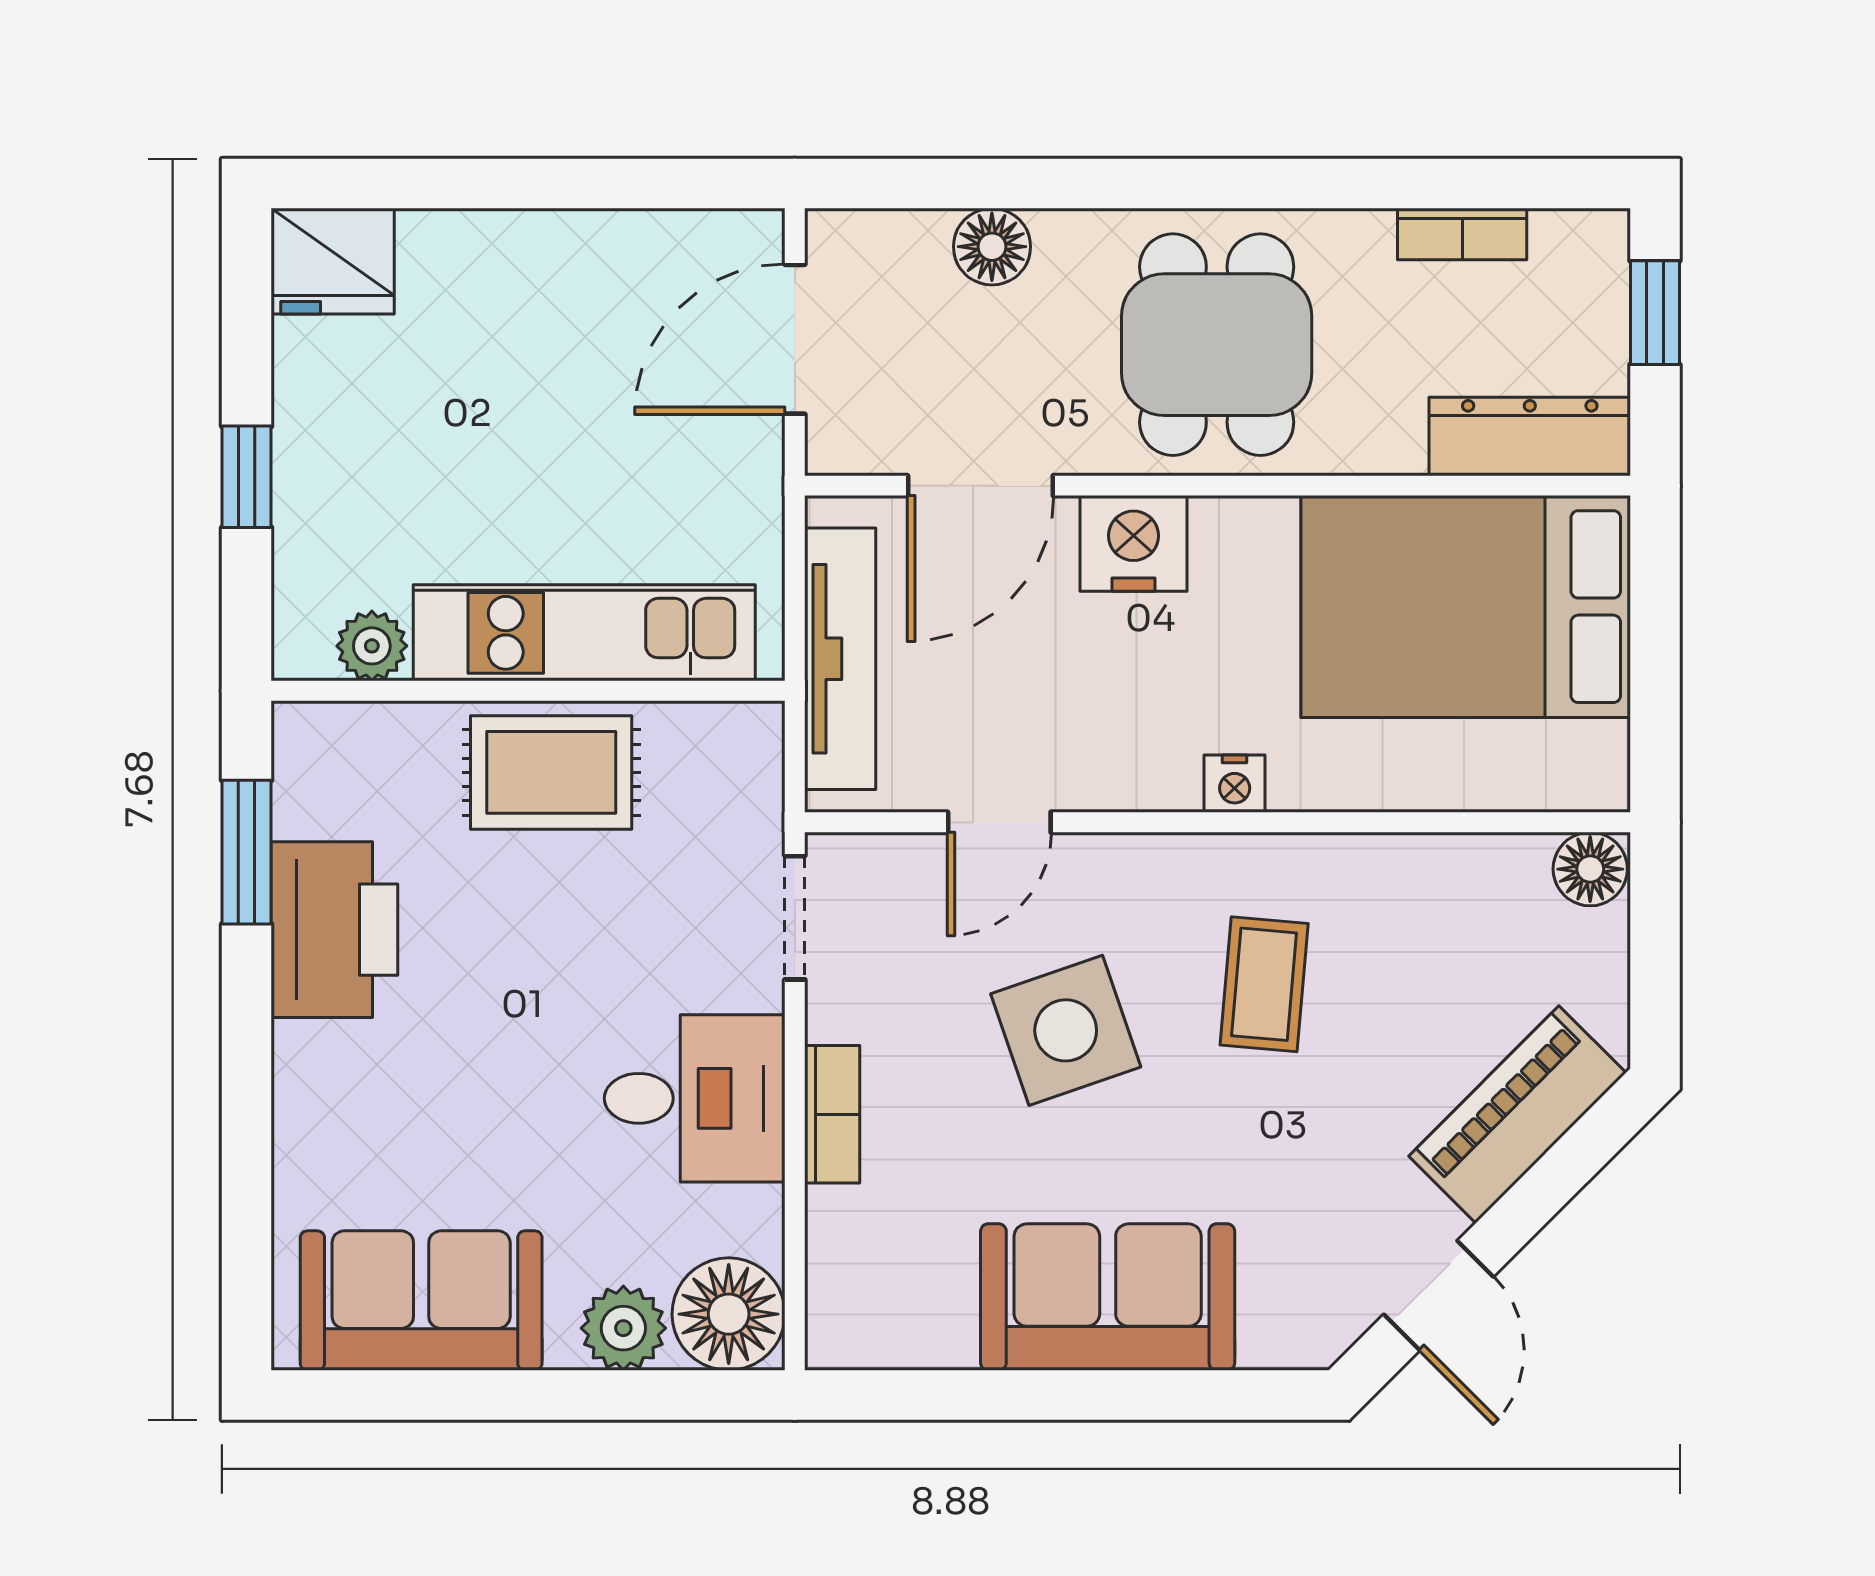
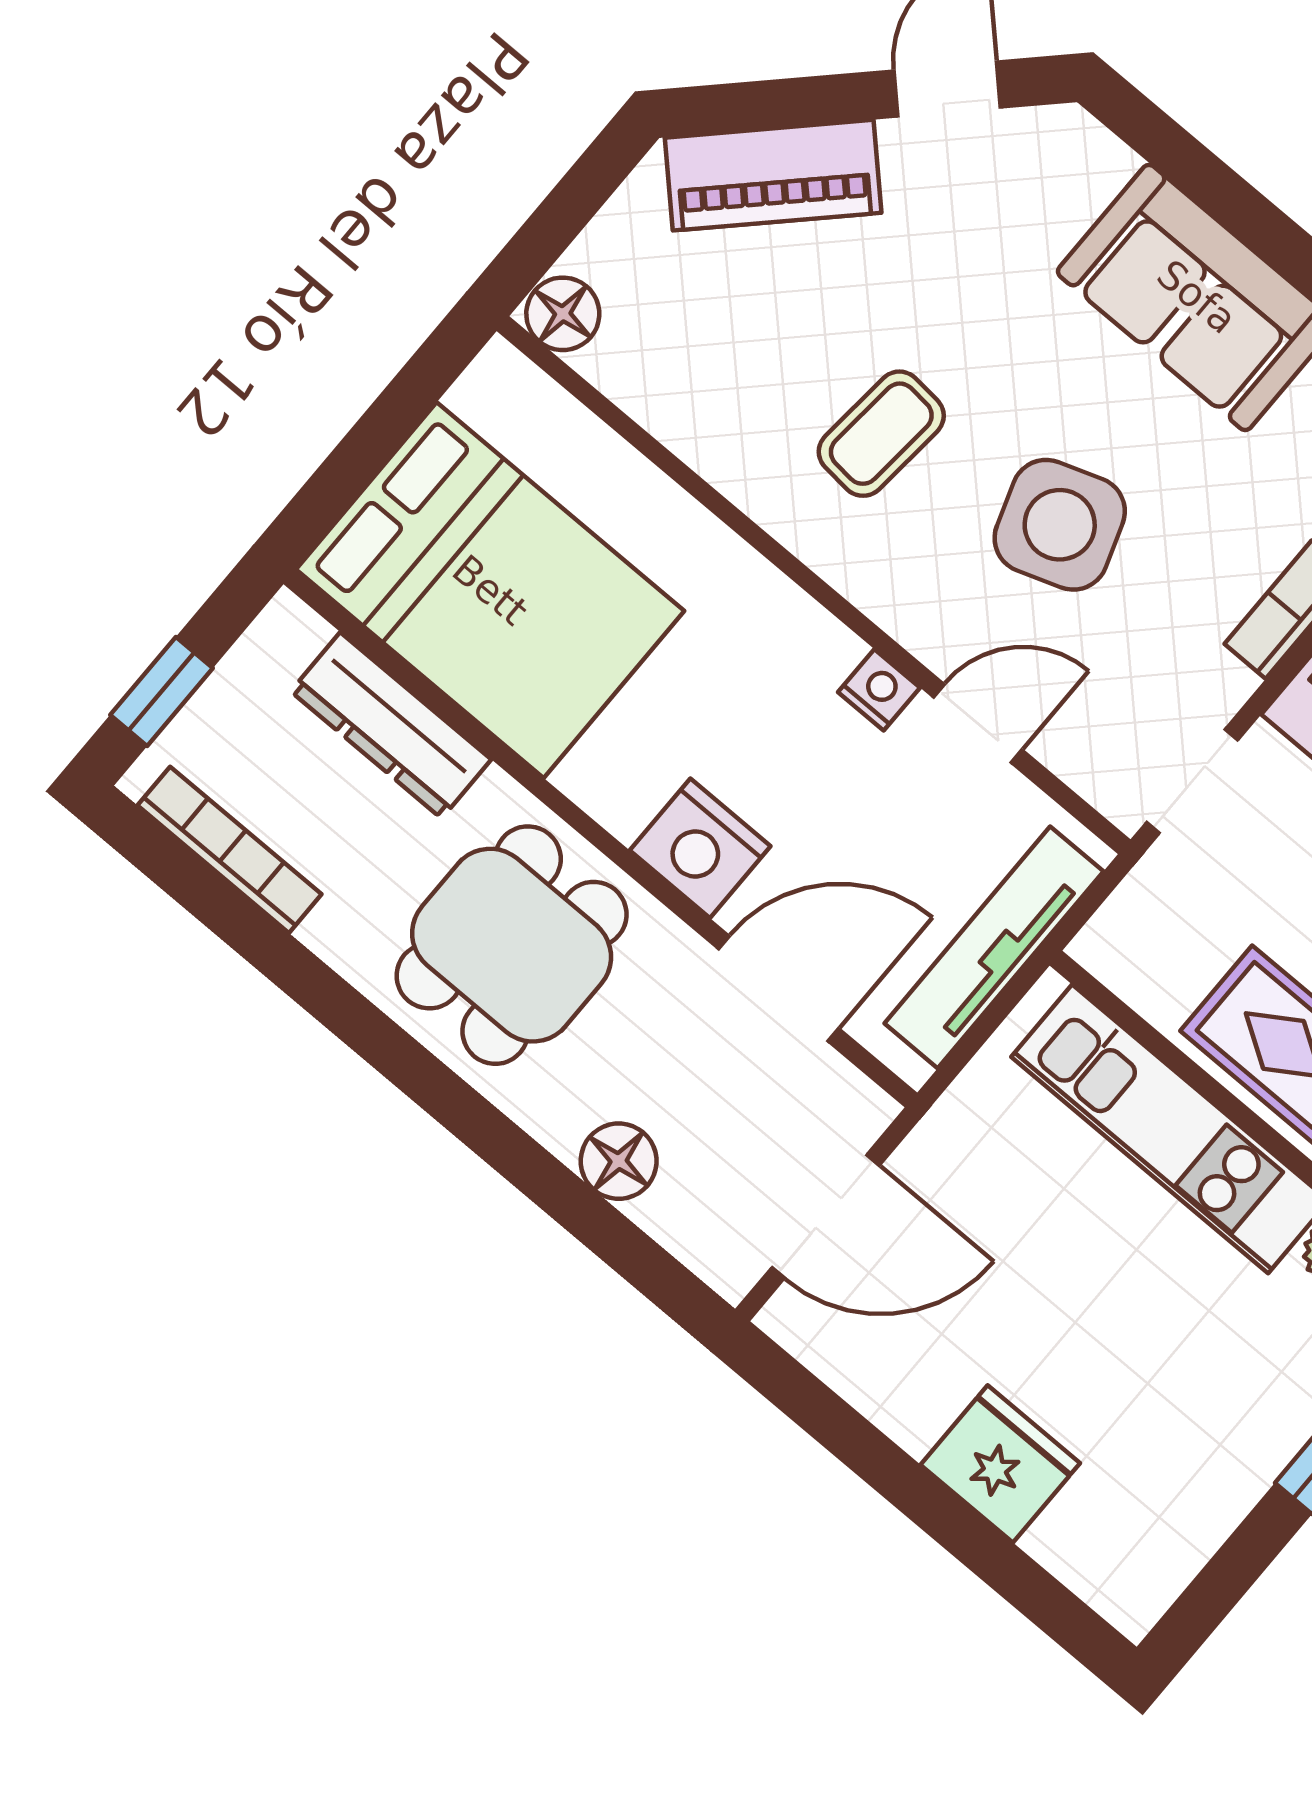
bookcase: (1462, 234) -> (230, 850), width x1.56
fridge: (333, 261) -> (1000, 1464), moved
dresser: (1530, 436) -> (391, 725), moved
nightstand: (1235, 784) -> (879, 690), moved

